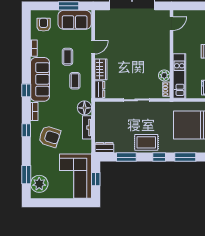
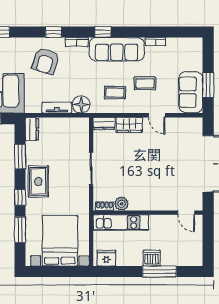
armchair: (44, 25) -> (185, 54), removed

